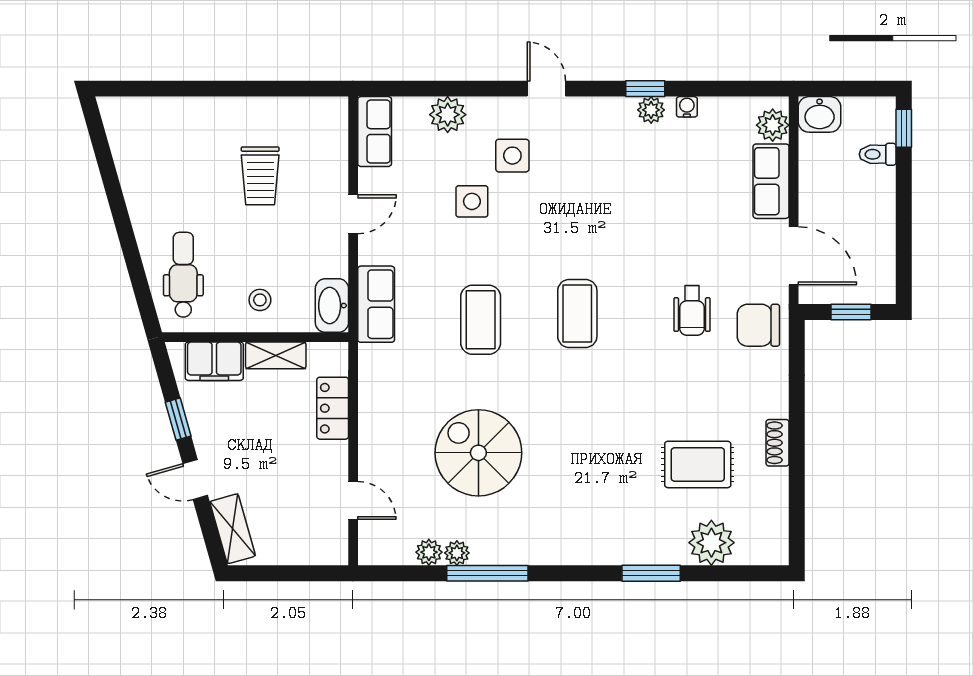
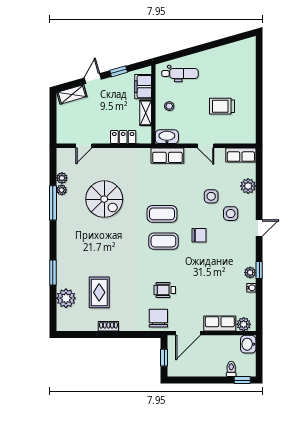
chair: (564, 230) -> (199, 235), added
coffee table: (481, 320) -> (162, 214), moved
spiral stairs: (478, 453) -> (104, 199), turned 90

